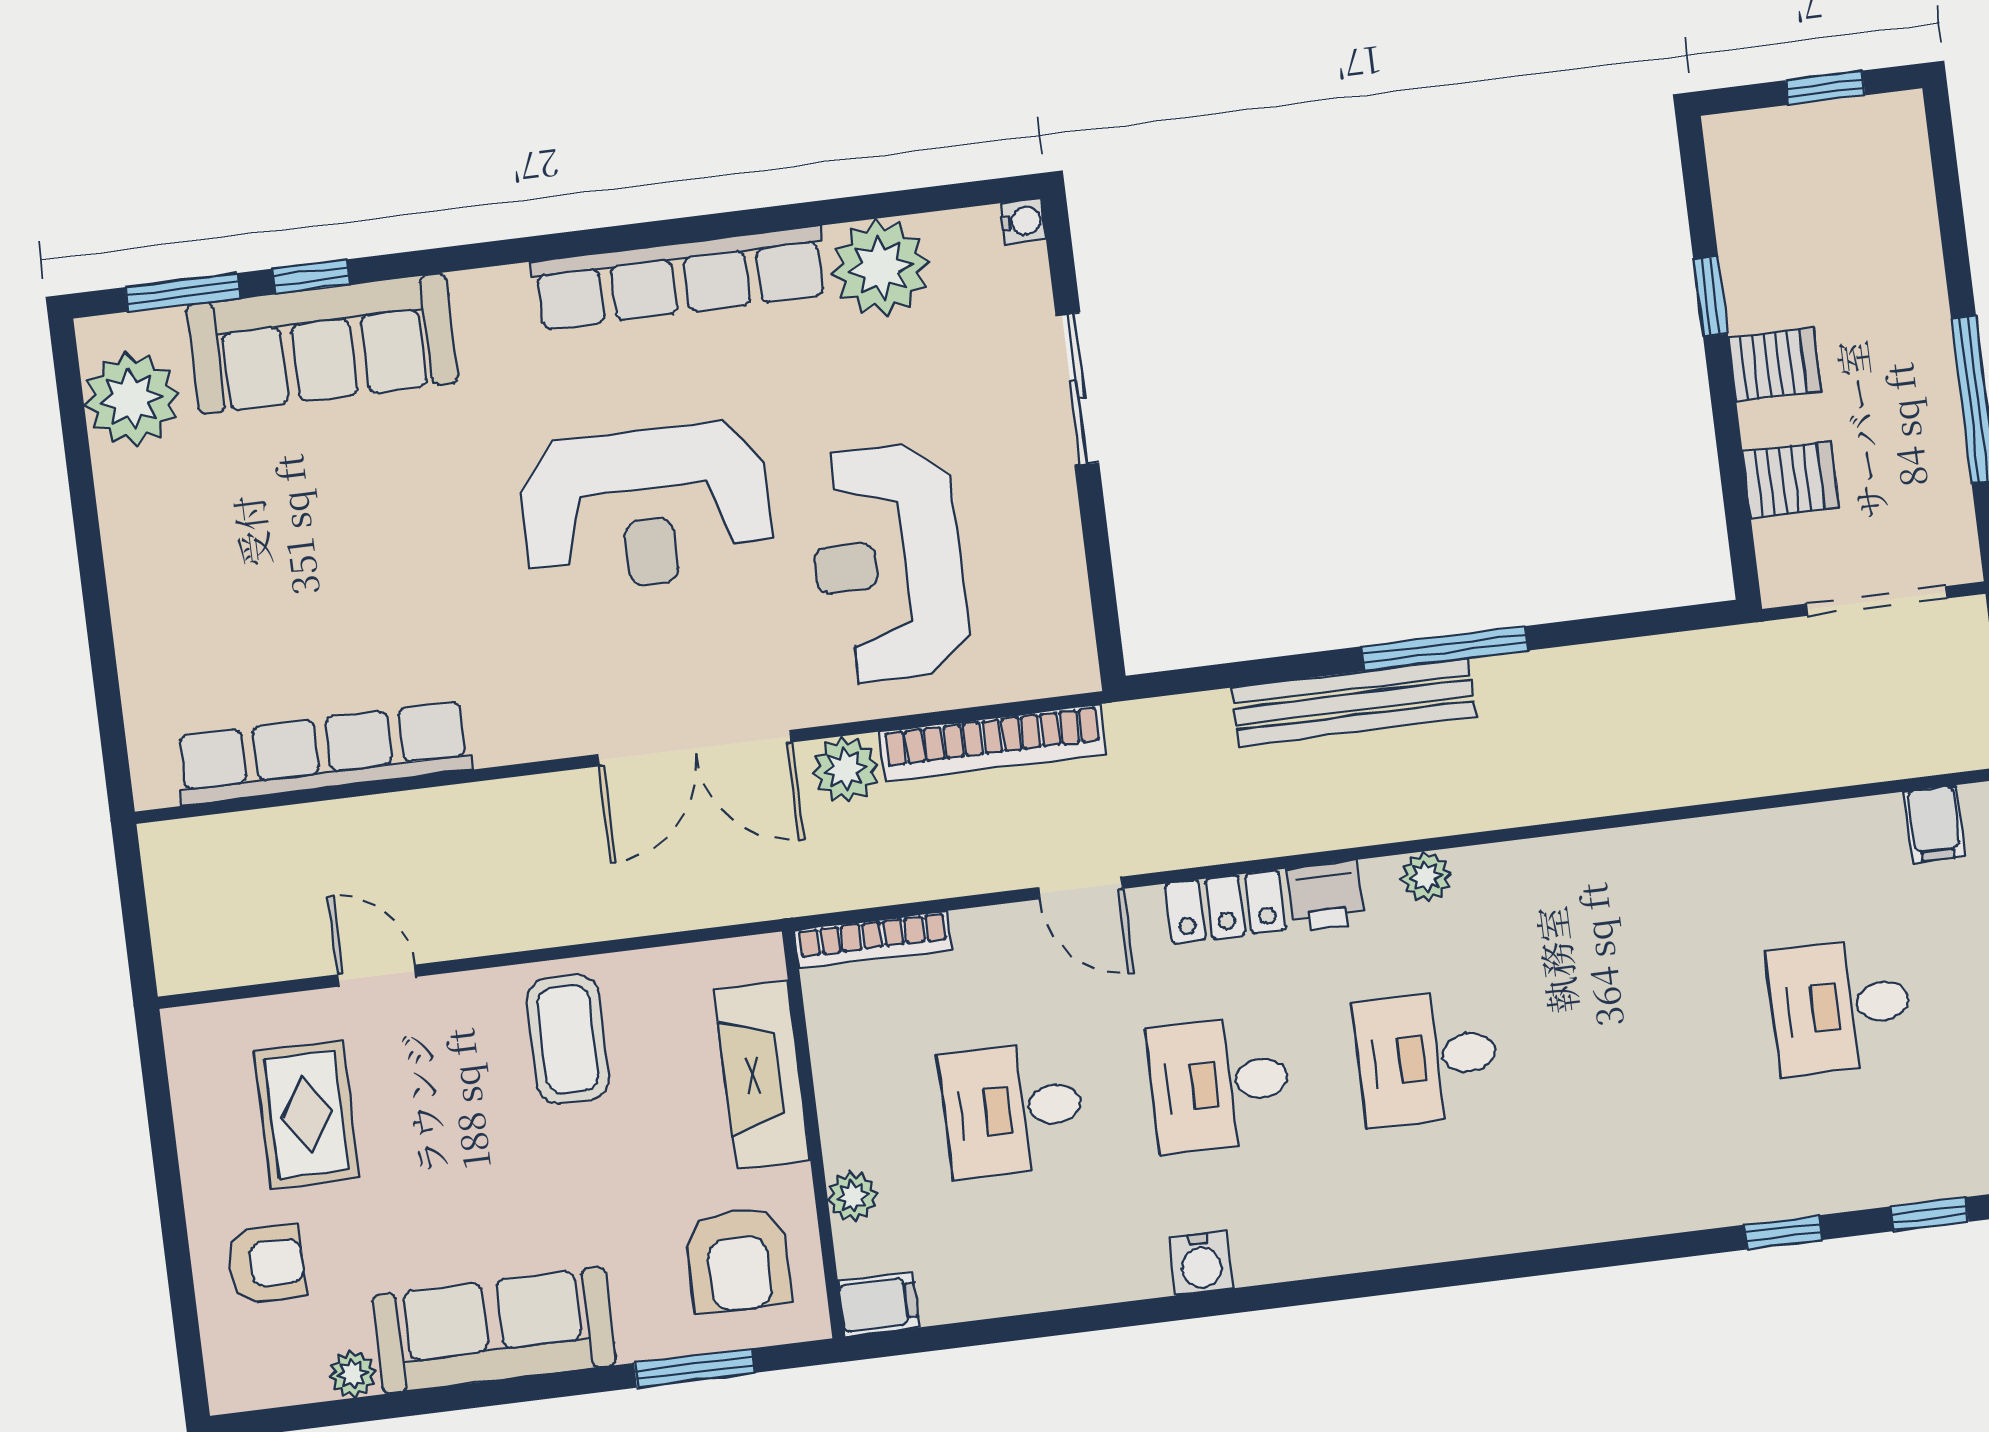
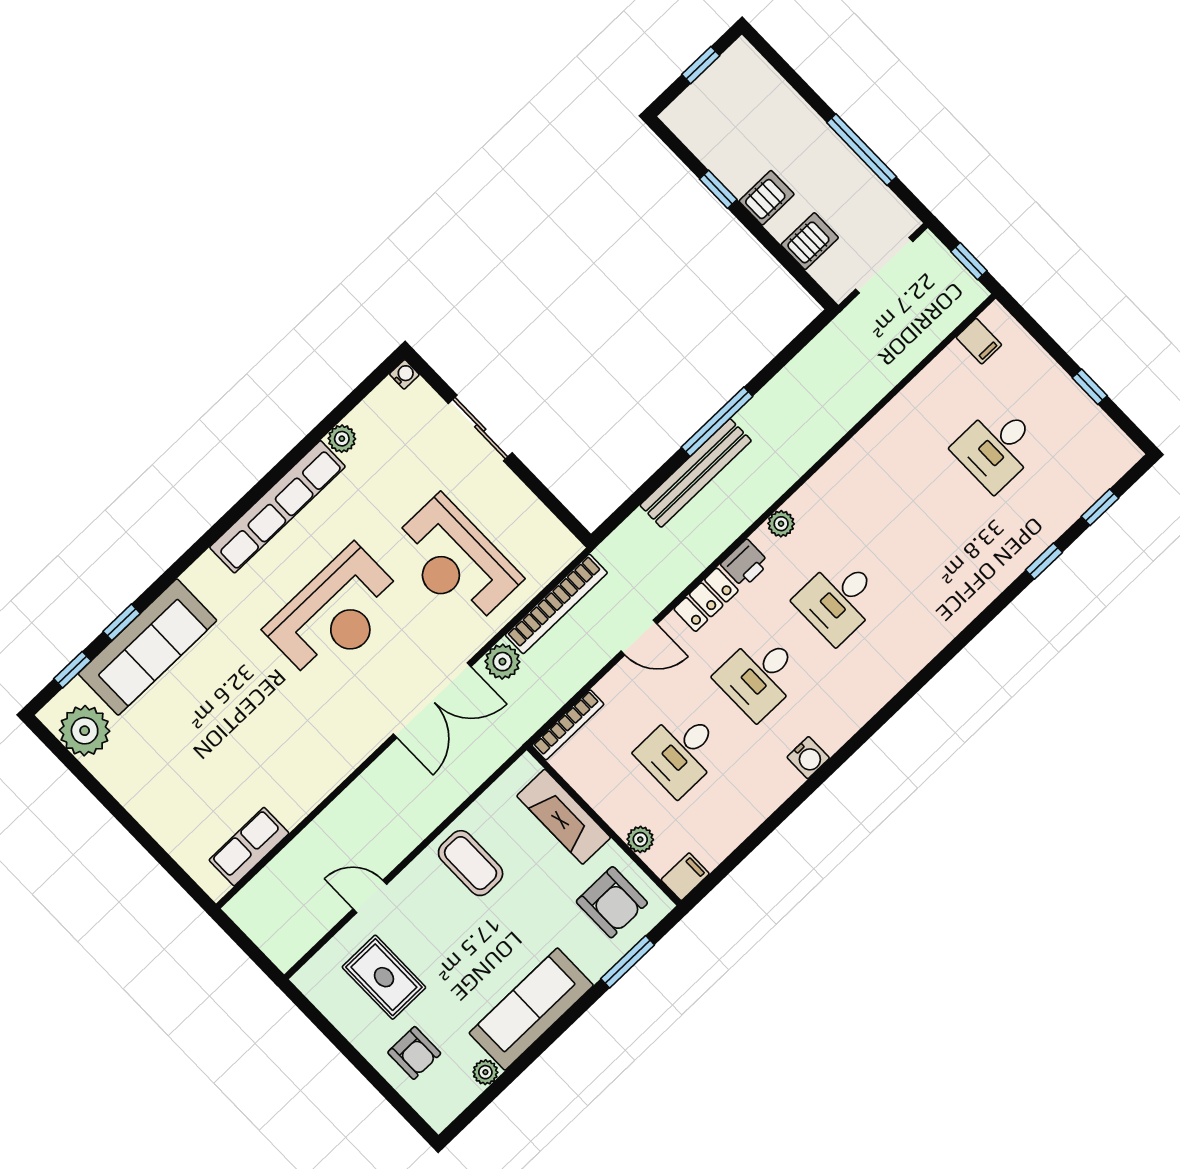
plant: (881, 268) -> (342, 439), width x0.53, depth x0.53
window: (182, 292) -> (72, 670), width x0.67
row of seats: (323, 753) -> (249, 847), width x0.50
armchair: (266, 1264) -> (414, 1053), turned 90

